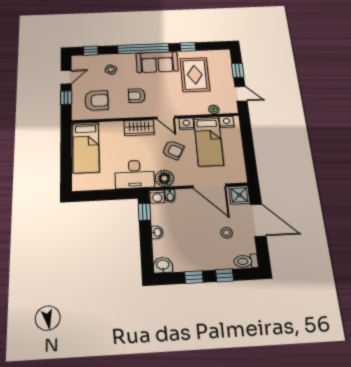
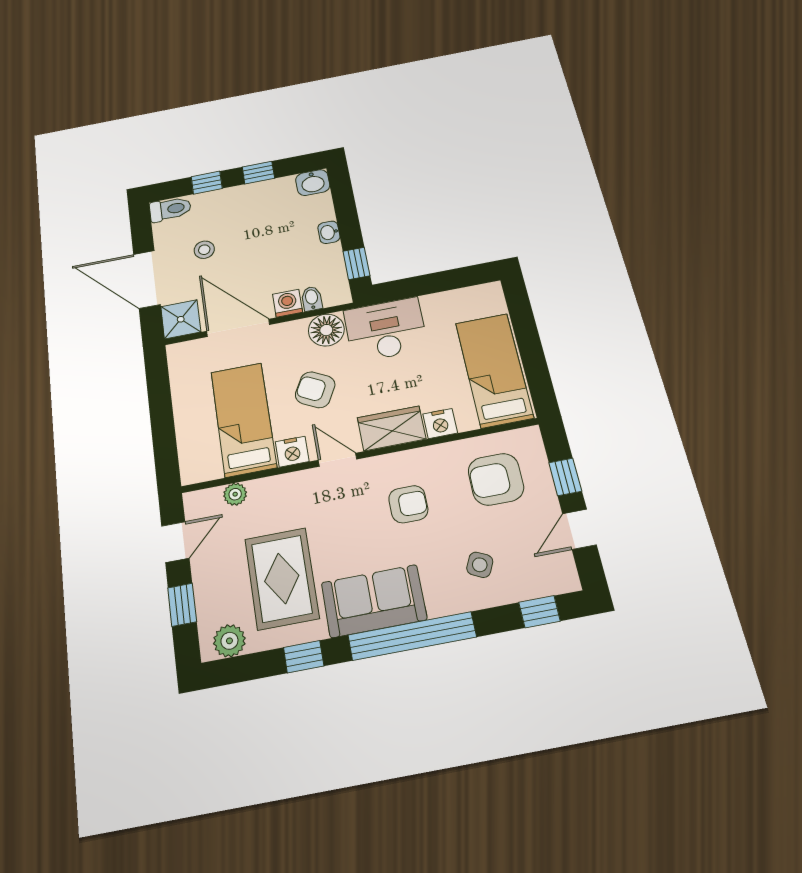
plant: (218, 56) -> (229, 641), added
door: (241, 94) -> (175, 542), swing flipped
nightstand: (227, 122) -> (440, 423), moved
washing machine: (157, 197) -> (288, 303), moved

